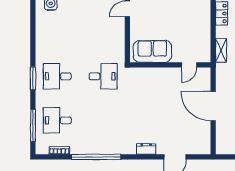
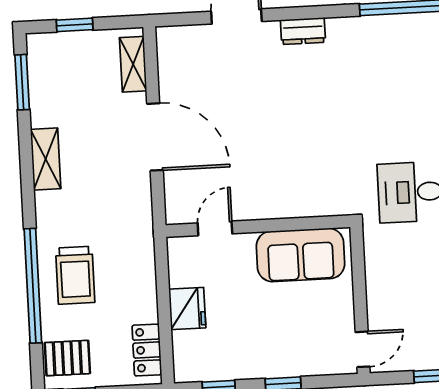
fridge: (203, 31) -> (187, 309), added
shelving: (221, 50) -> (133, 64), moved

